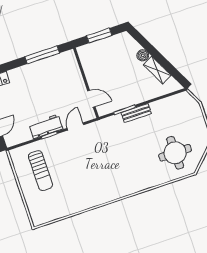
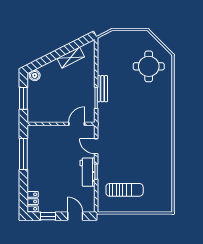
boiler: (143, 55) -> (35, 75), moved

